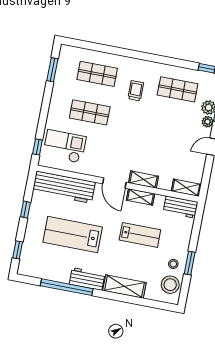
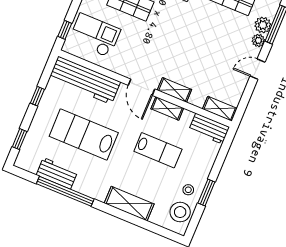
workbench: (87, 279) -> (57, 173), moved

